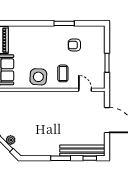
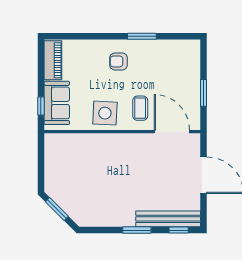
armchair: (74, 45) -> (119, 61), moved
door: (85, 90) -> (172, 132), width x1.88
plant: (11, 140) -> (65, 204), removed

